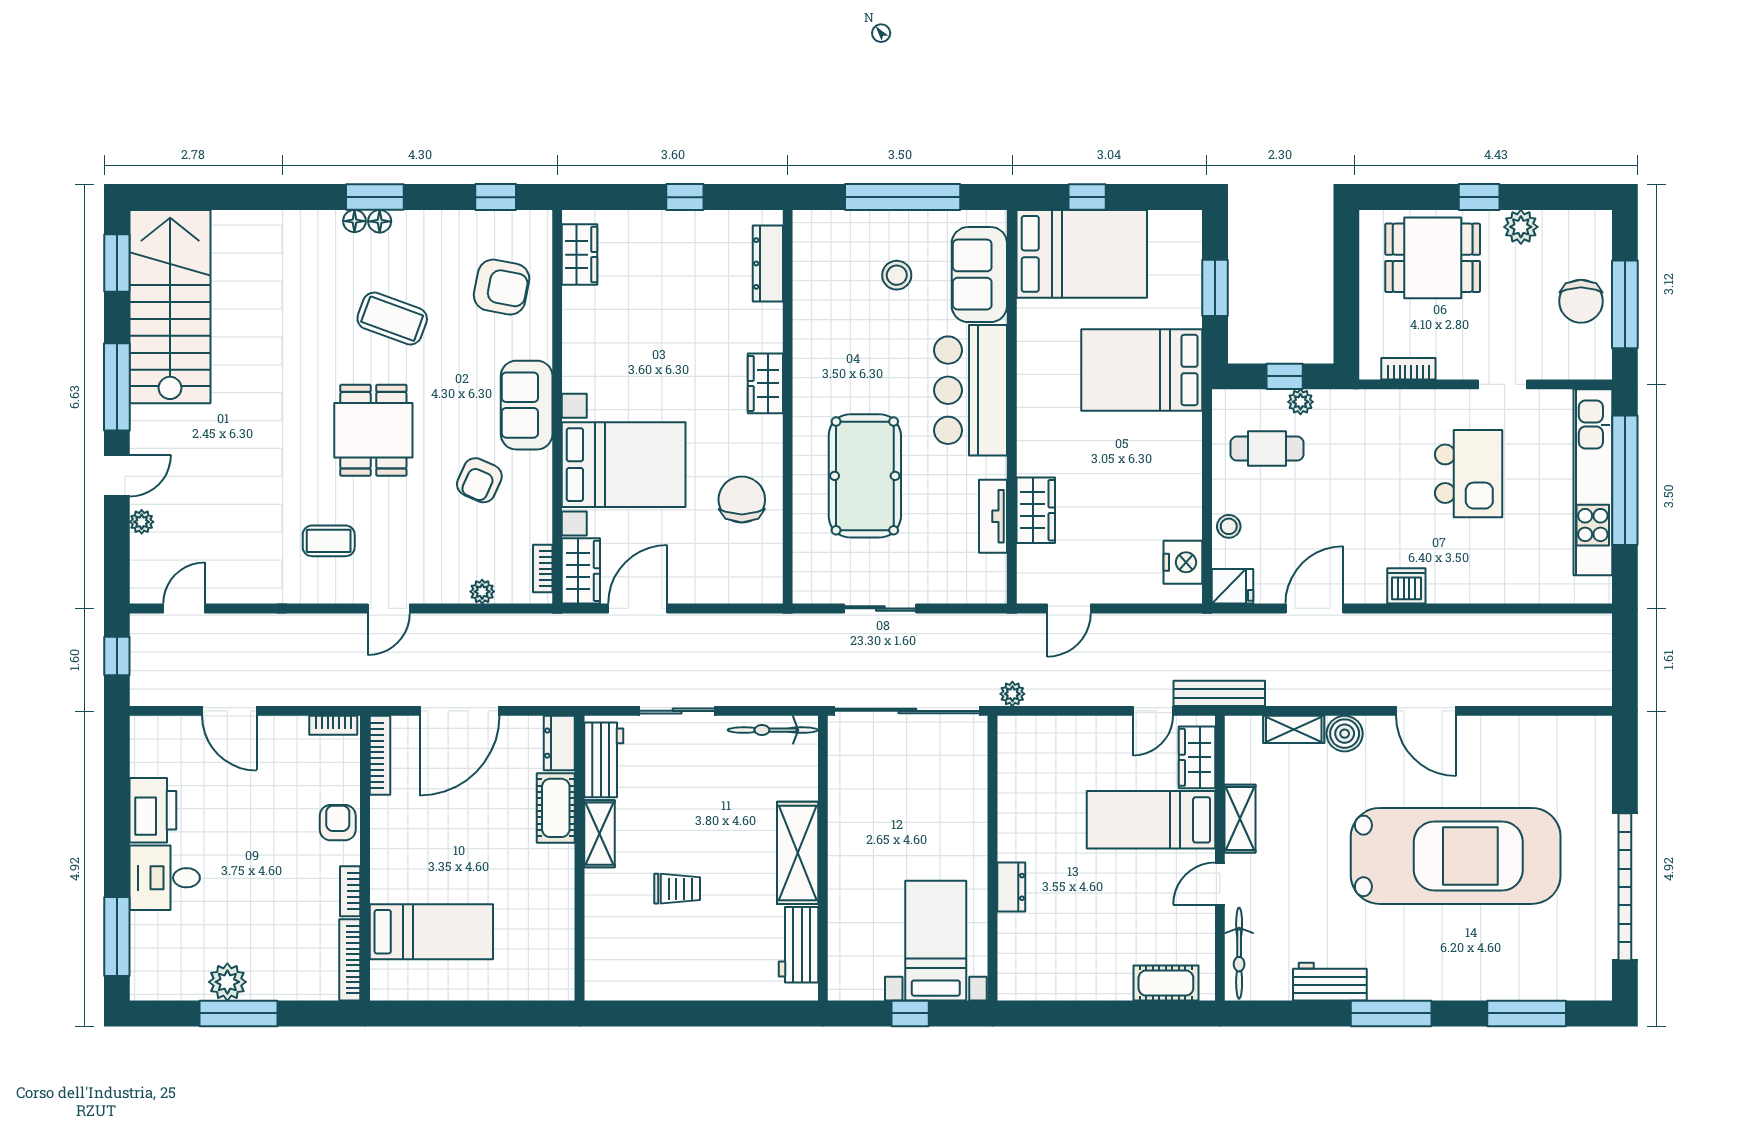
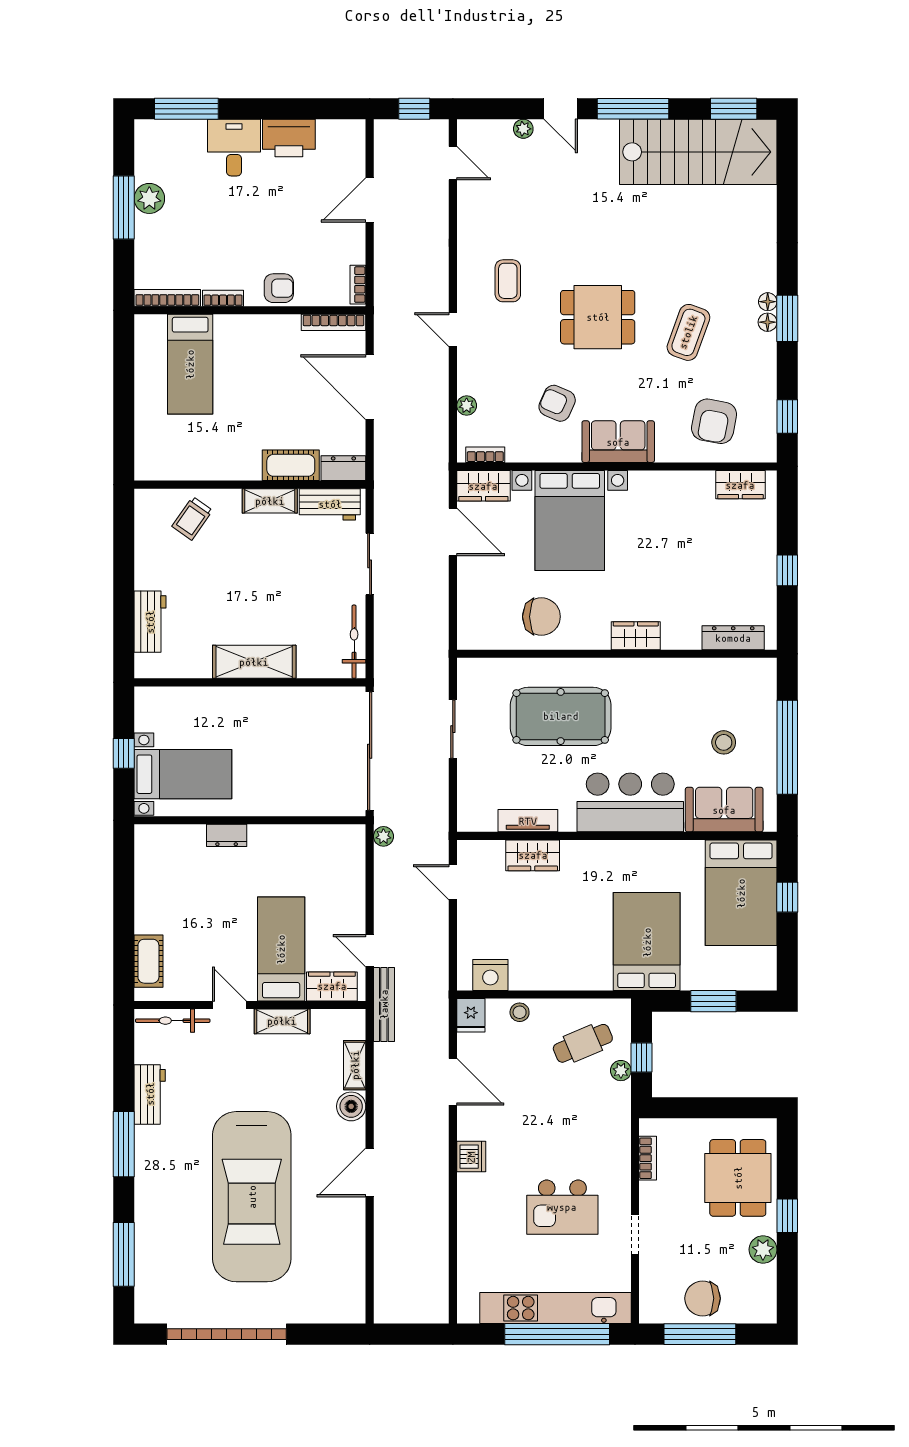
cafe table: (1267, 449) -> (583, 1043), turned 67
trolley: (677, 889) -> (192, 518), moved, turned 35
workbench: (798, 945) -> (150, 622), moved, turned 90

